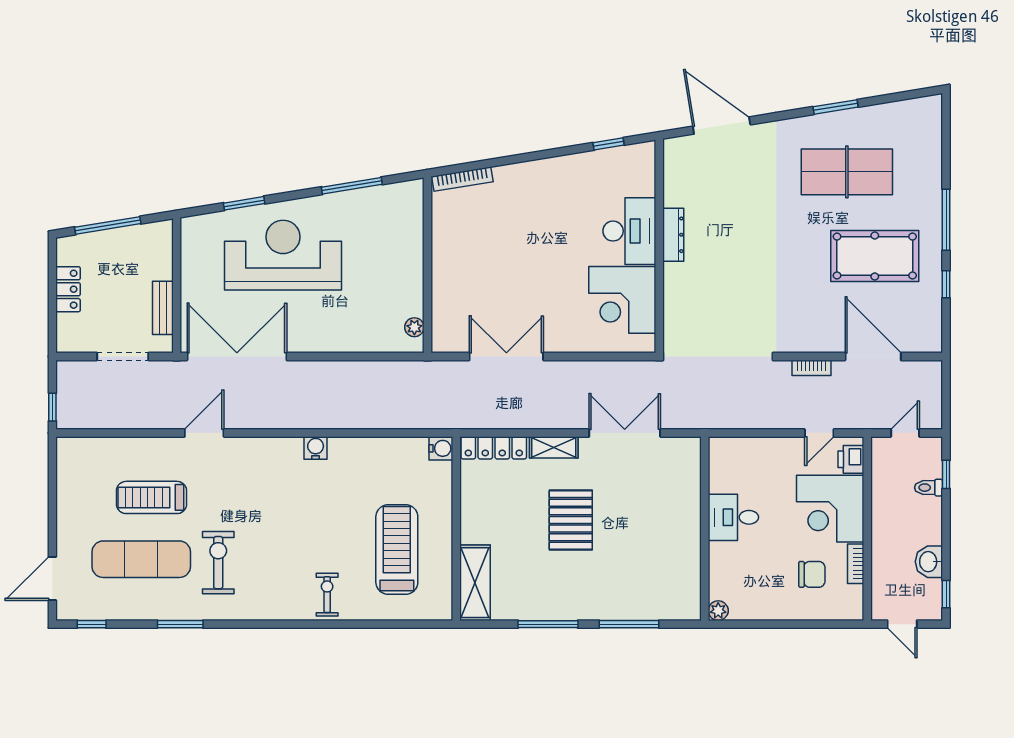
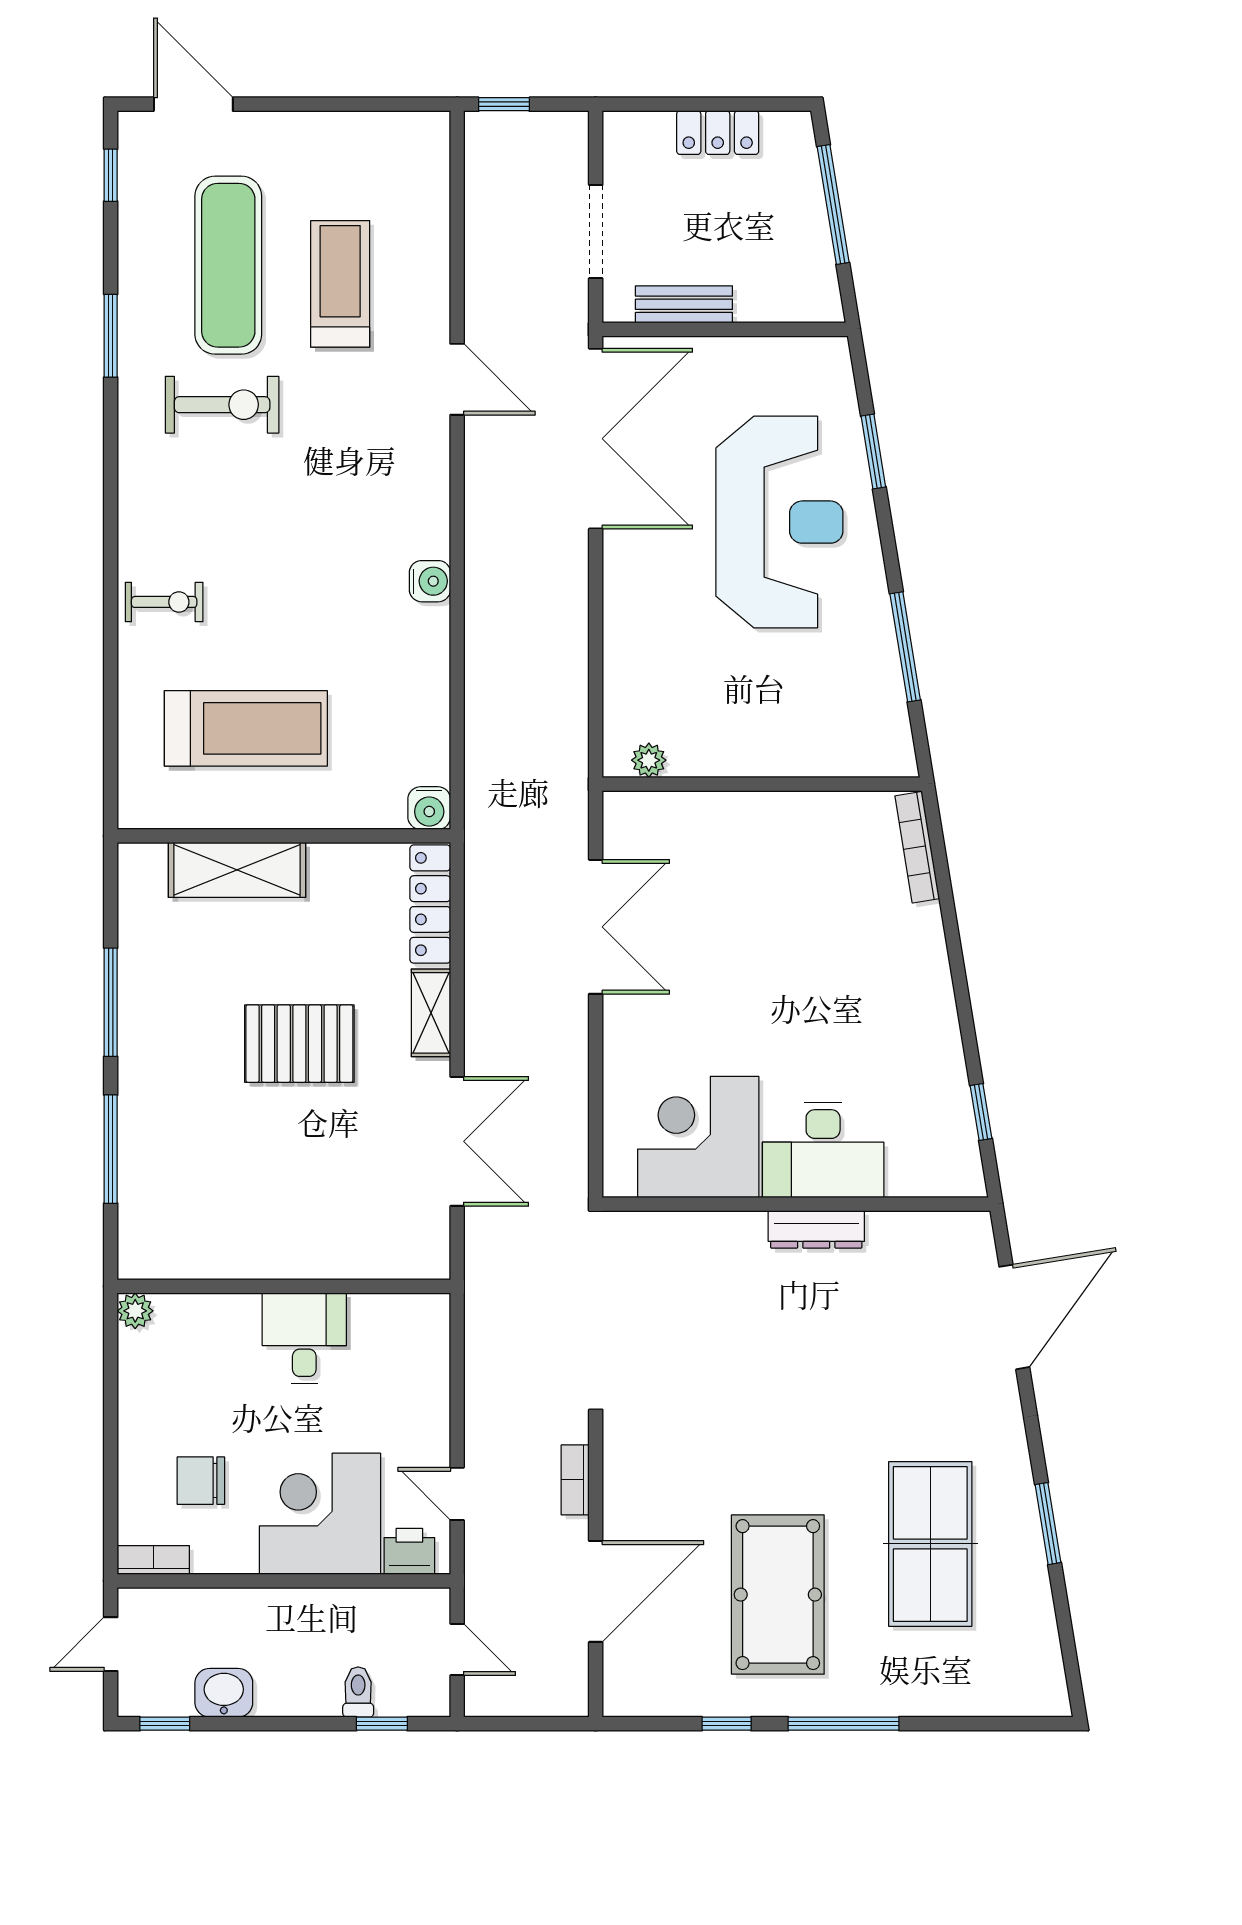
bookcase: (856, 564) -> (153, 1560), moved
chair: (812, 574) -> (201, 1481), turned 90
shelving: (475, 583) -> (237, 870), moved

